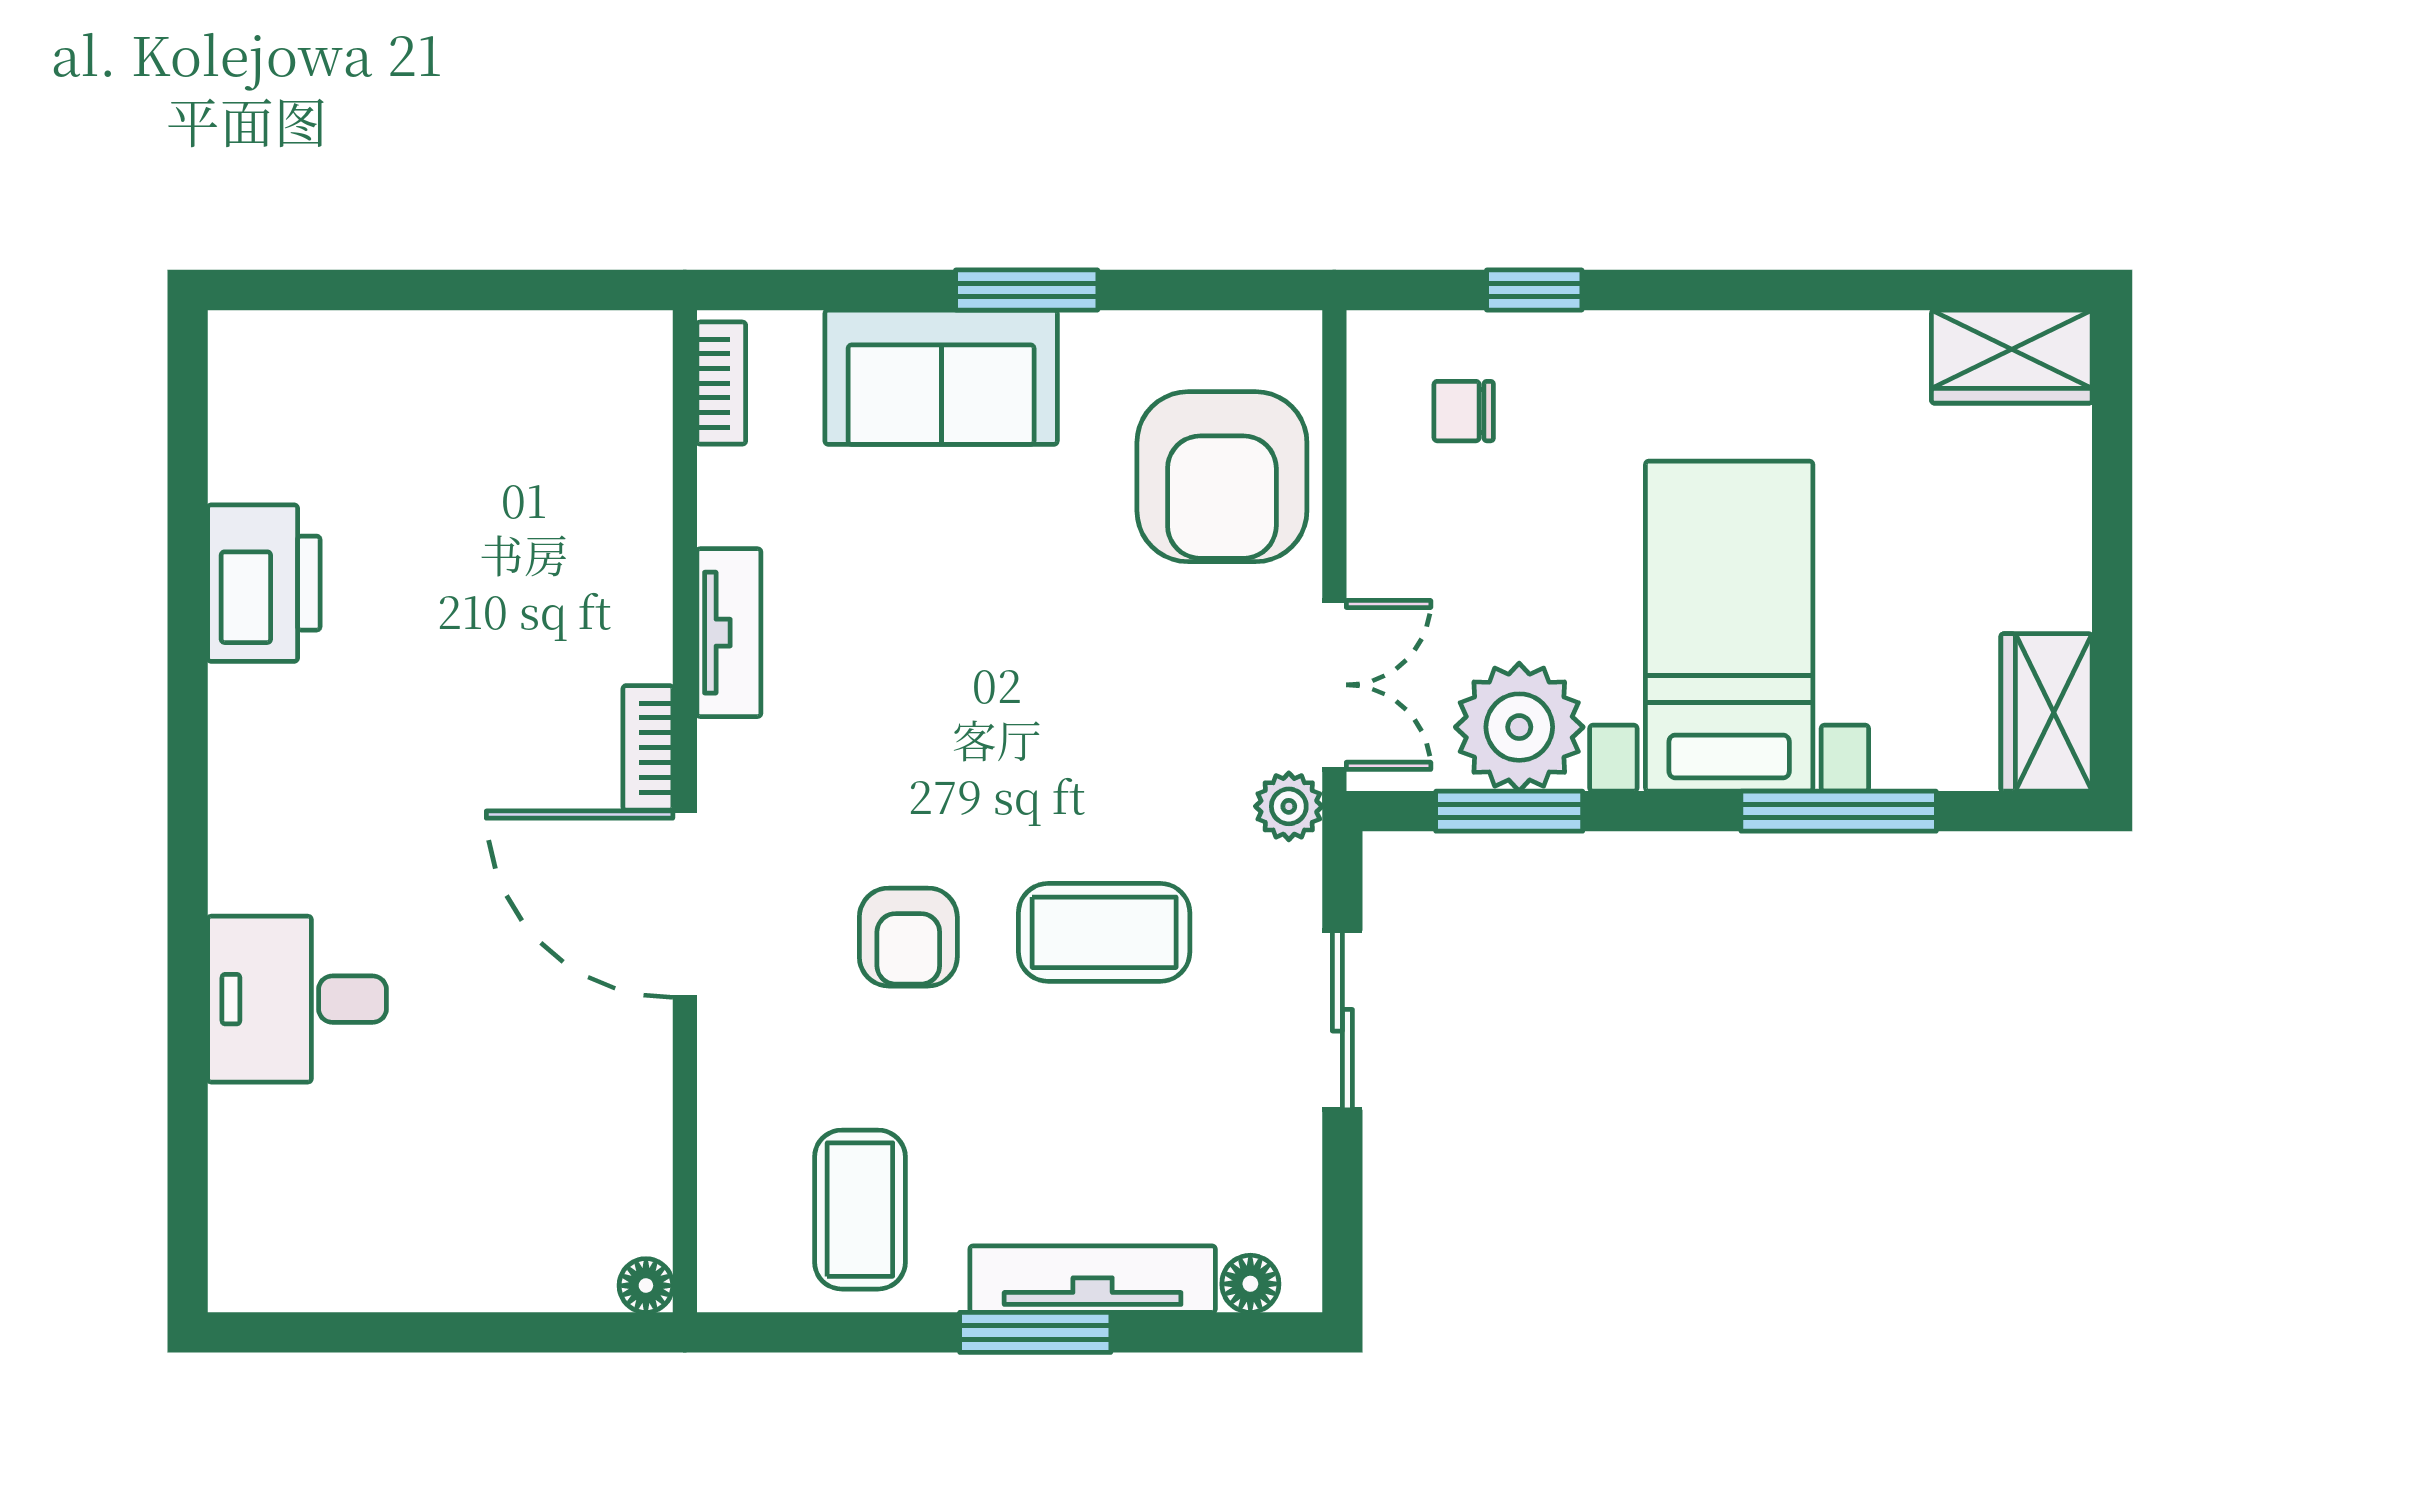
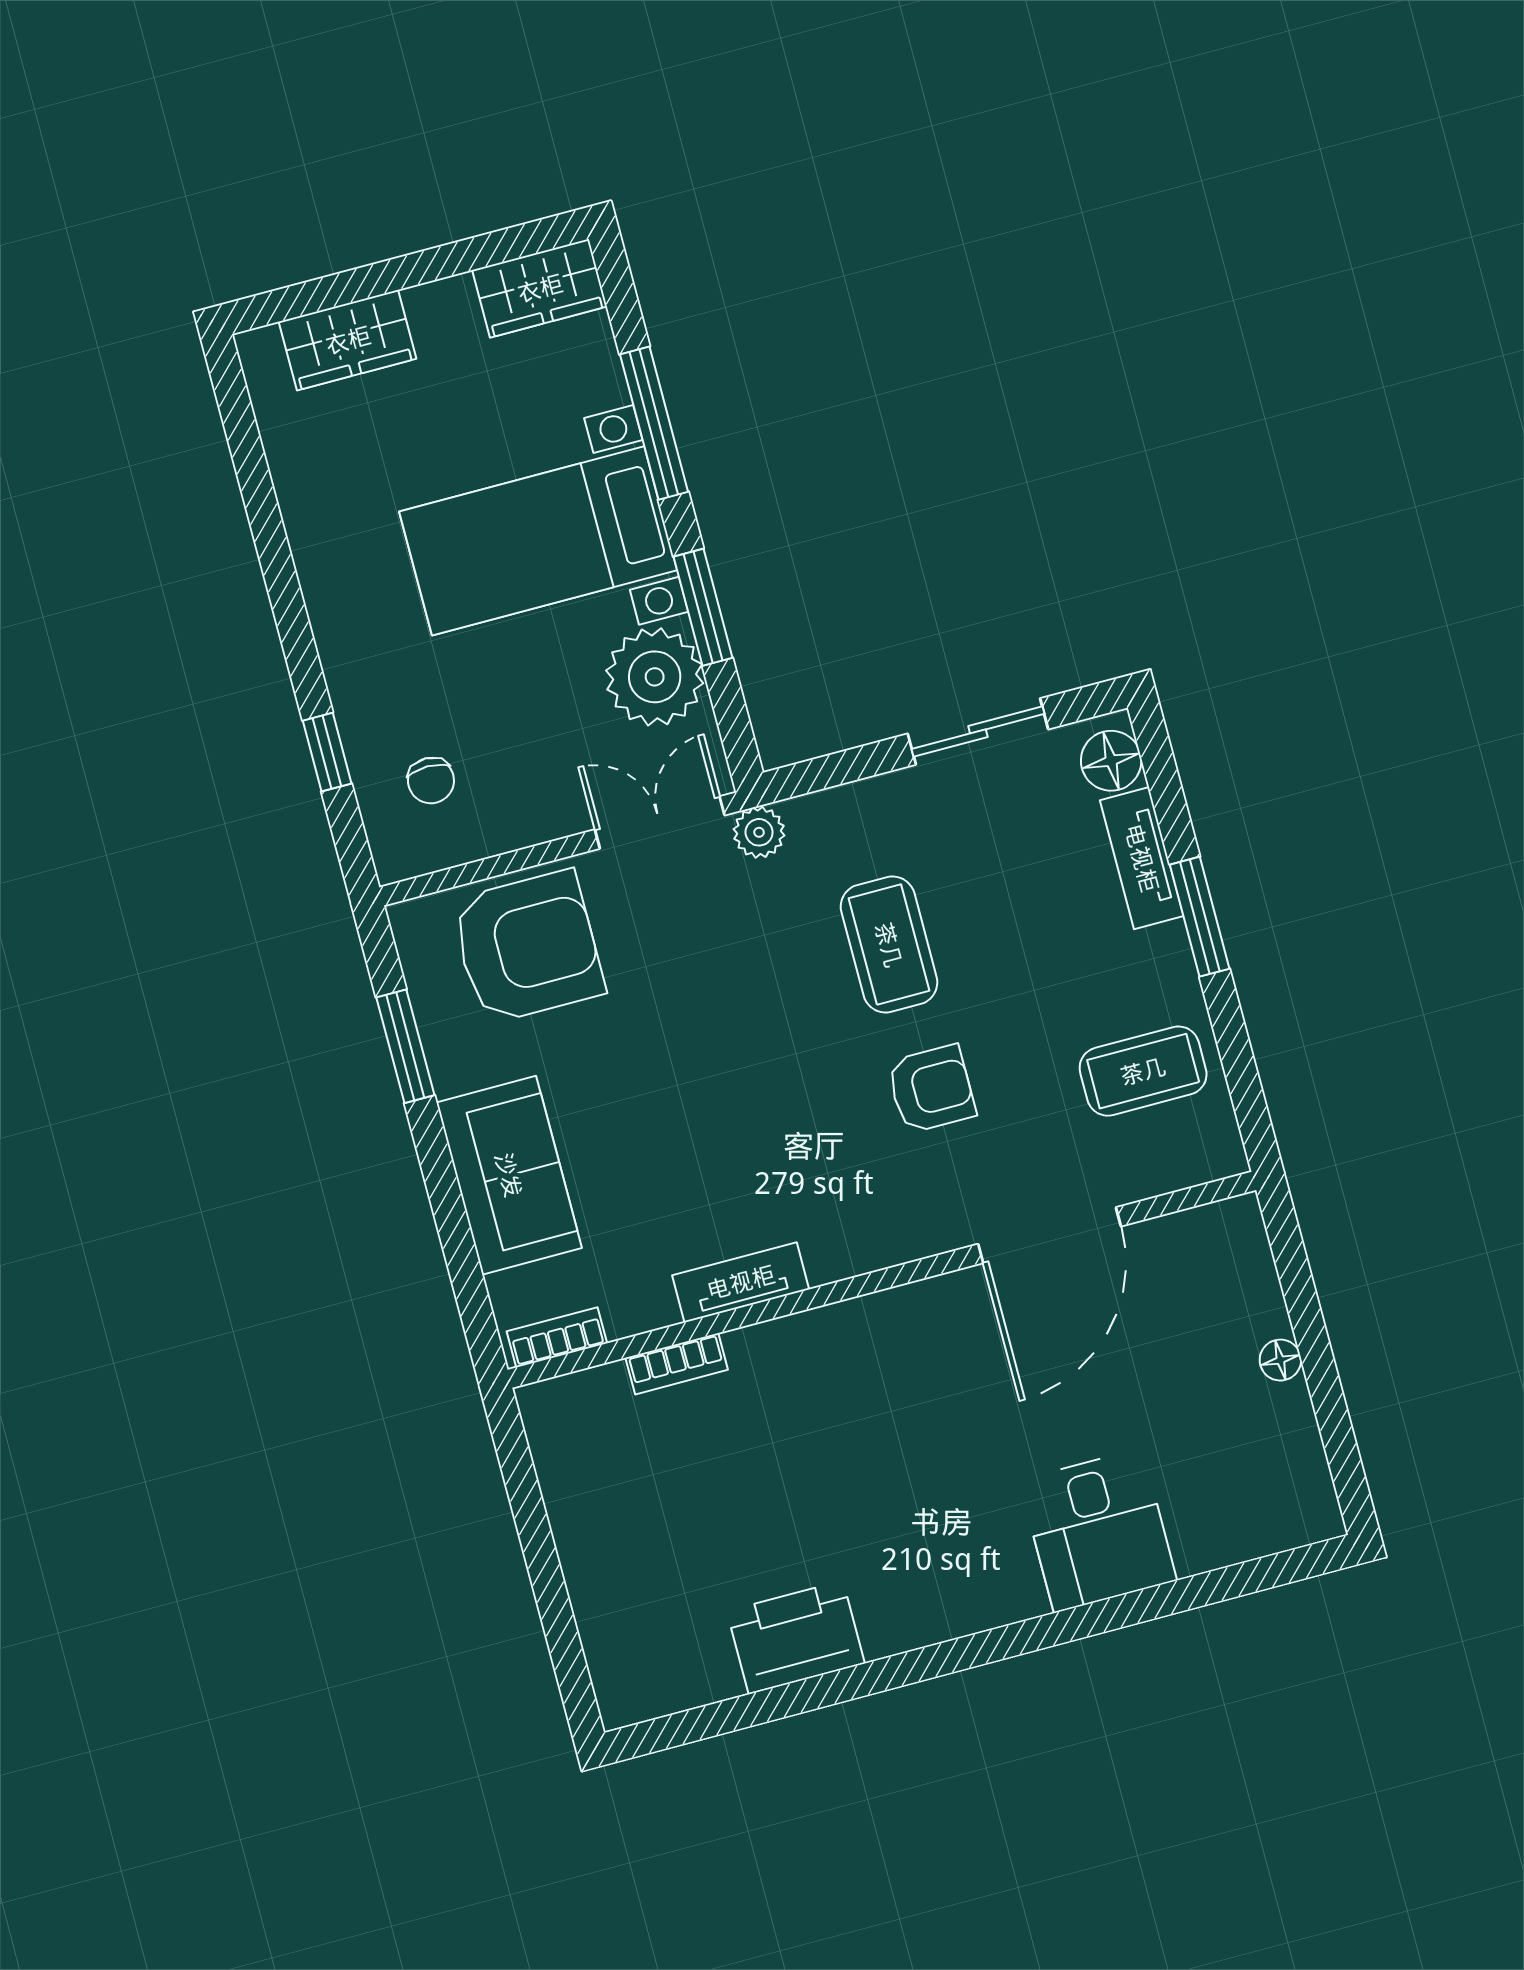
window: (1027, 290) -> (405, 1046), moved
wardrobe: (2012, 357) -> (348, 340), moved, turned 90
bookcase: (648, 748) -> (677, 1364), moved
window: (1509, 811) -> (703, 607), moved
door: (685, 904) -> (1050, 1235), moved
sliding door: (1342, 1020) -> (978, 731), moved
tv unit: (1093, 1279) -> (1142, 858), width x0.71
floor lamp: (1250, 1284) -> (1111, 761), width x1.37, depth x1.37
floor lamp: (646, 1286) -> (1280, 1360), moved

